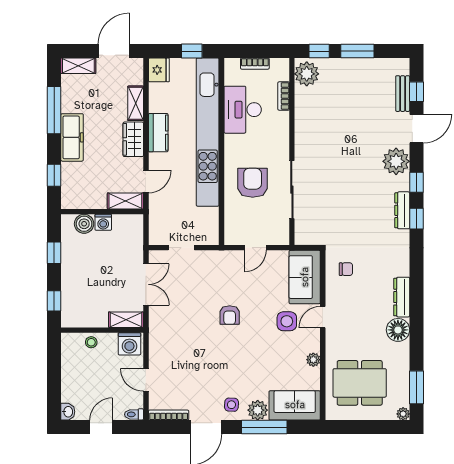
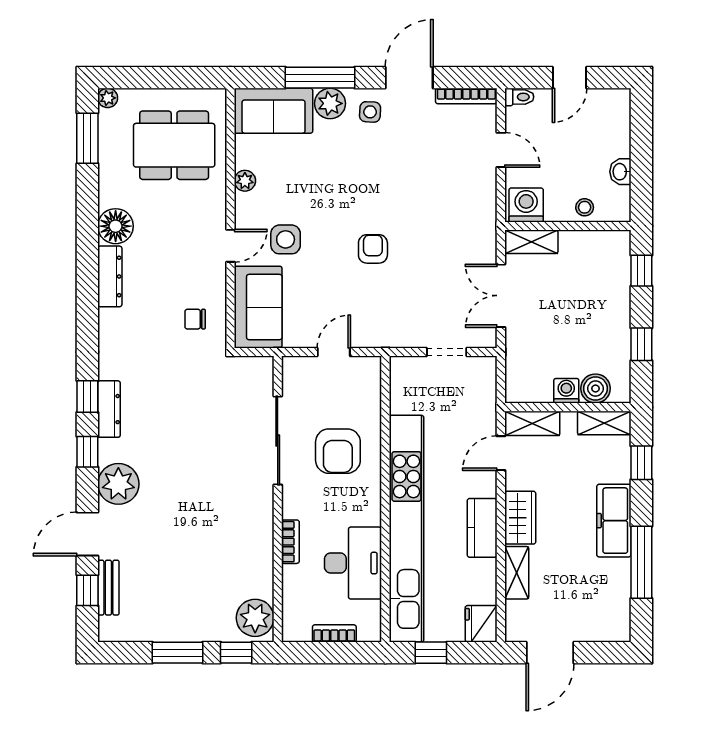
shelving: (78, 66) -> (604, 423), moved
bookcase: (284, 96) -> (290, 542), moved
washbasin: (68, 412) -> (620, 172), moved

